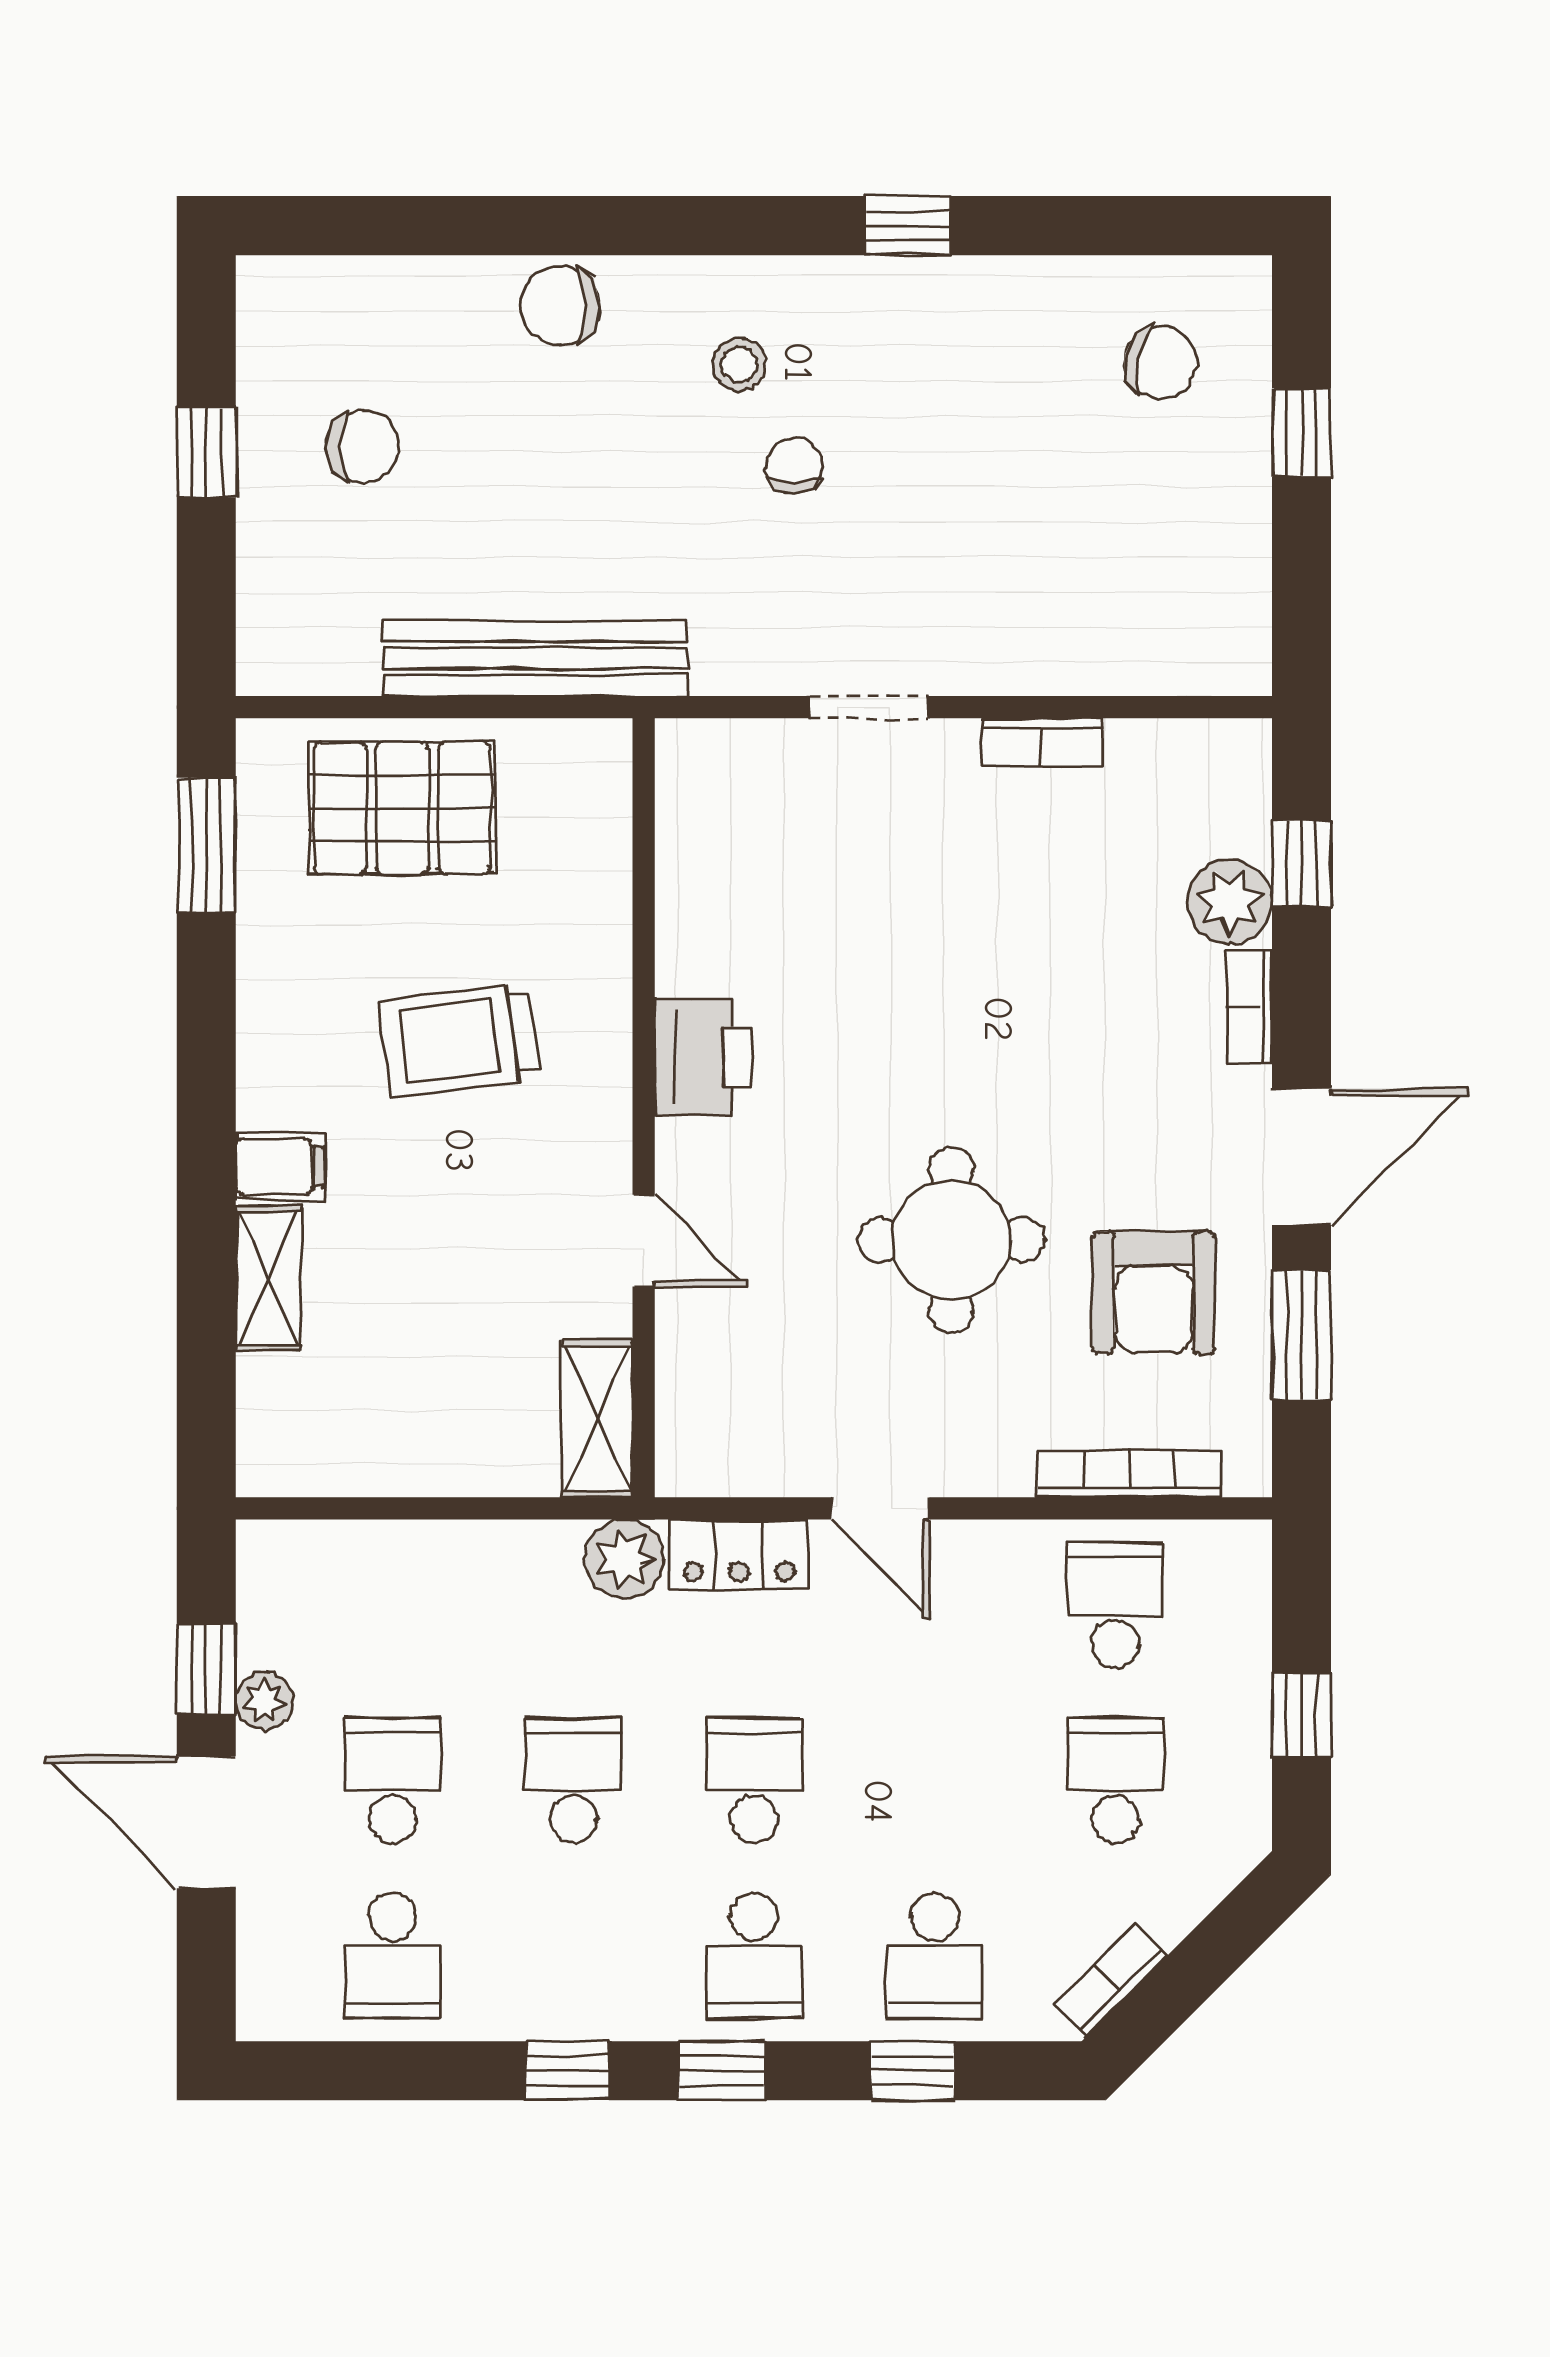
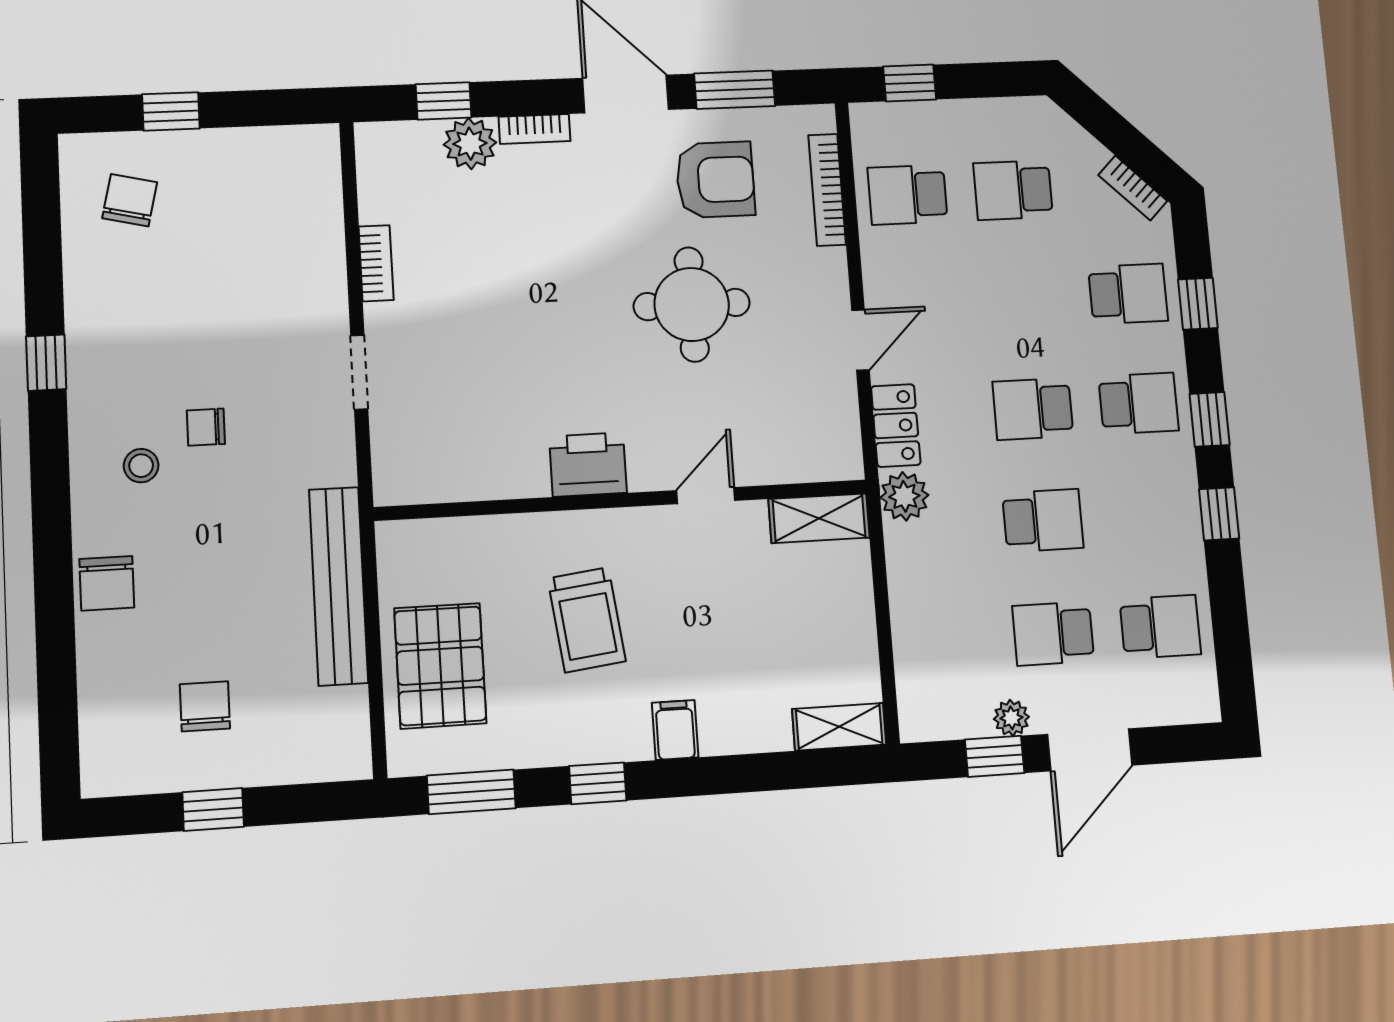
window: (206, 1041) -> (598, 783), added
shelving: (268, 1278) -> (839, 727), moved
window: (1302, 1715) -> (910, 83), moved
school desk: (573, 1780) -> (1043, 521), turned 180

